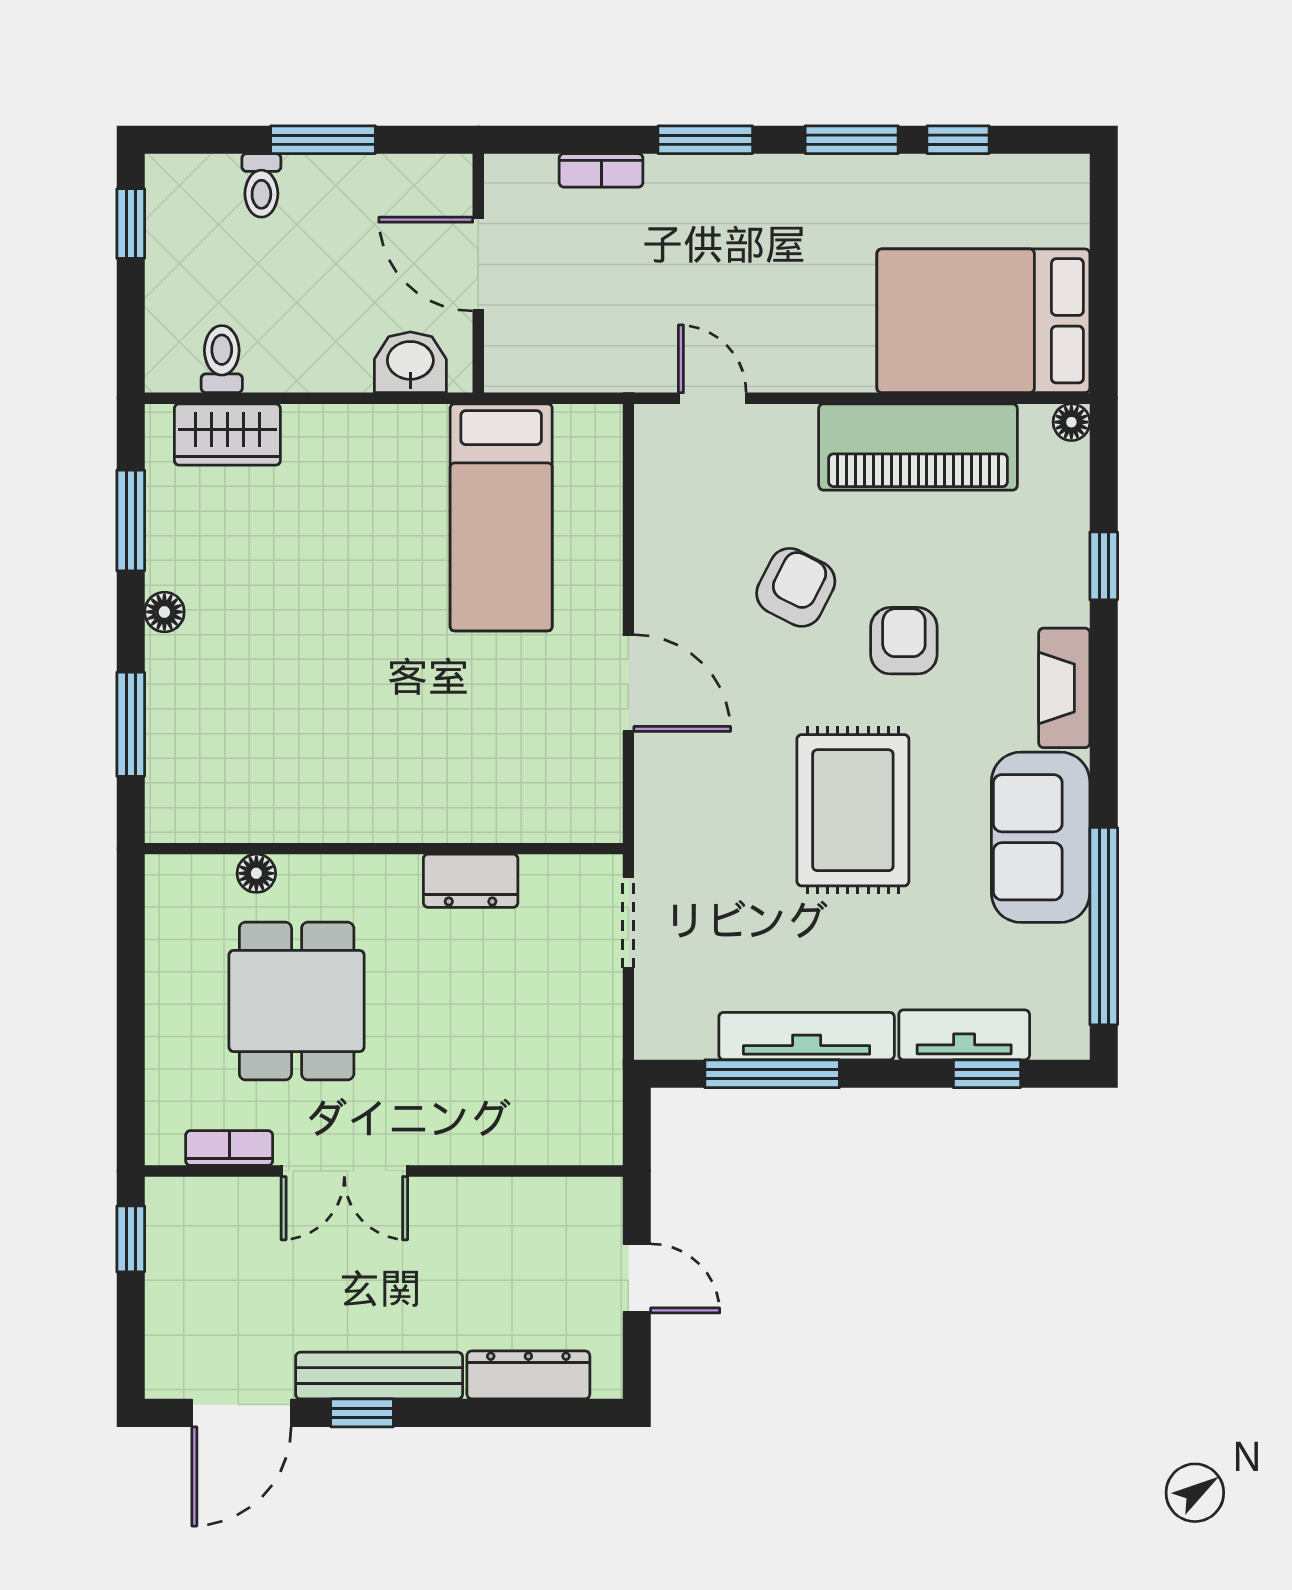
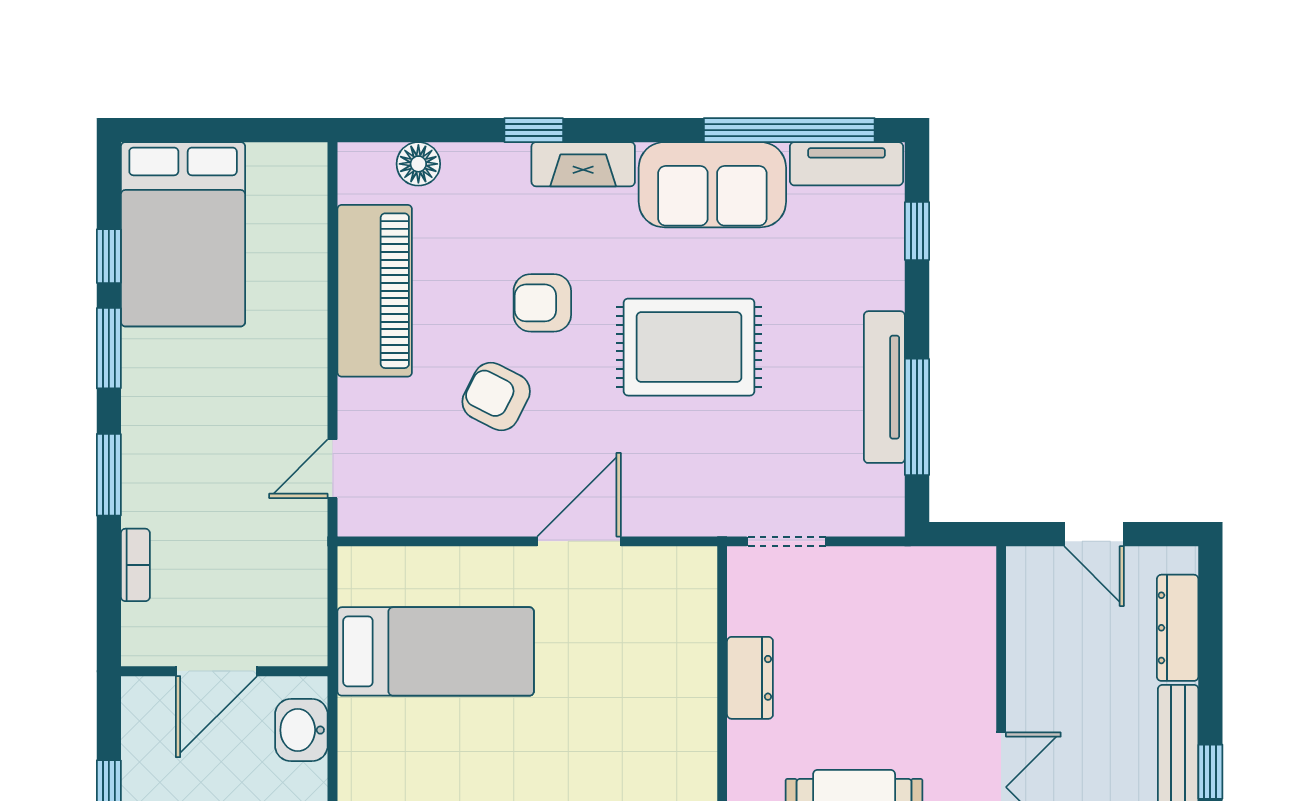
bed: (983, 321) -> (183, 234), moved
floor lamp: (1071, 422) -> (418, 164), moved, width x1.37, depth x1.37
window: (1104, 566) -> (534, 130), moved
tv unit: (964, 1035) -> (846, 164), moved, turned -90
door: (637, 1278) -> (1094, 534), swing flipped

